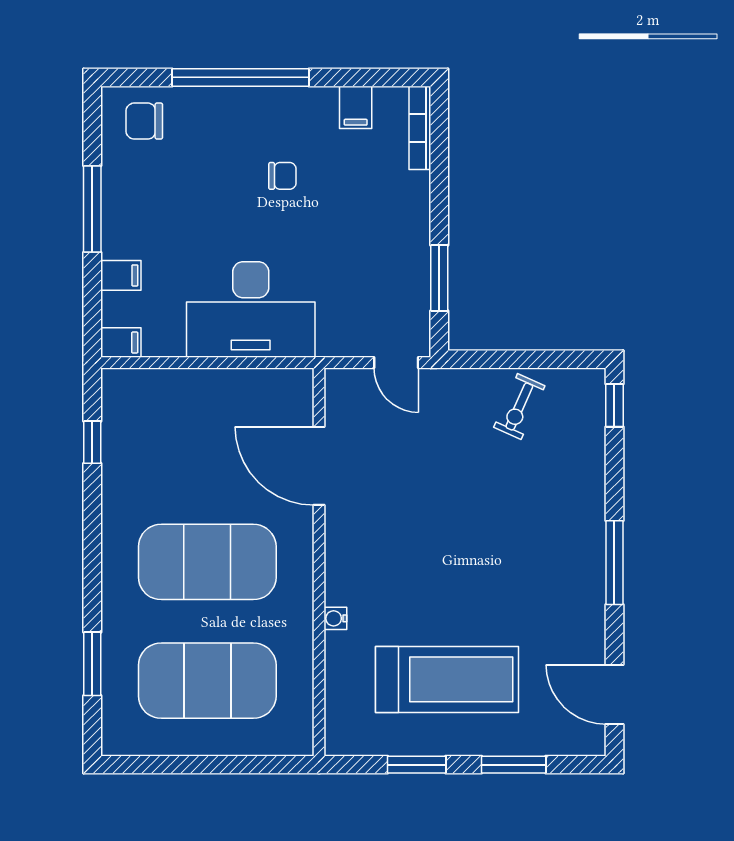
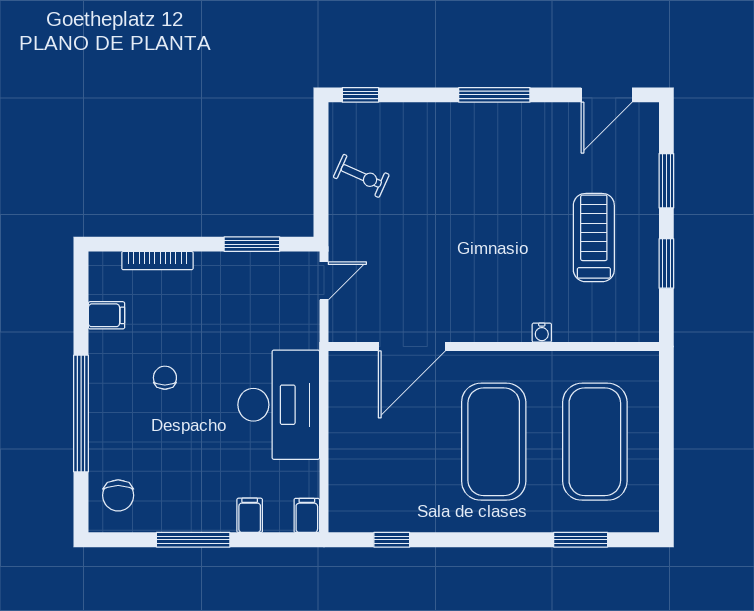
bookcase: (420, 128) -> (157, 261), moved
treadmill: (447, 679) -> (594, 238), width x0.73, depth x0.73

